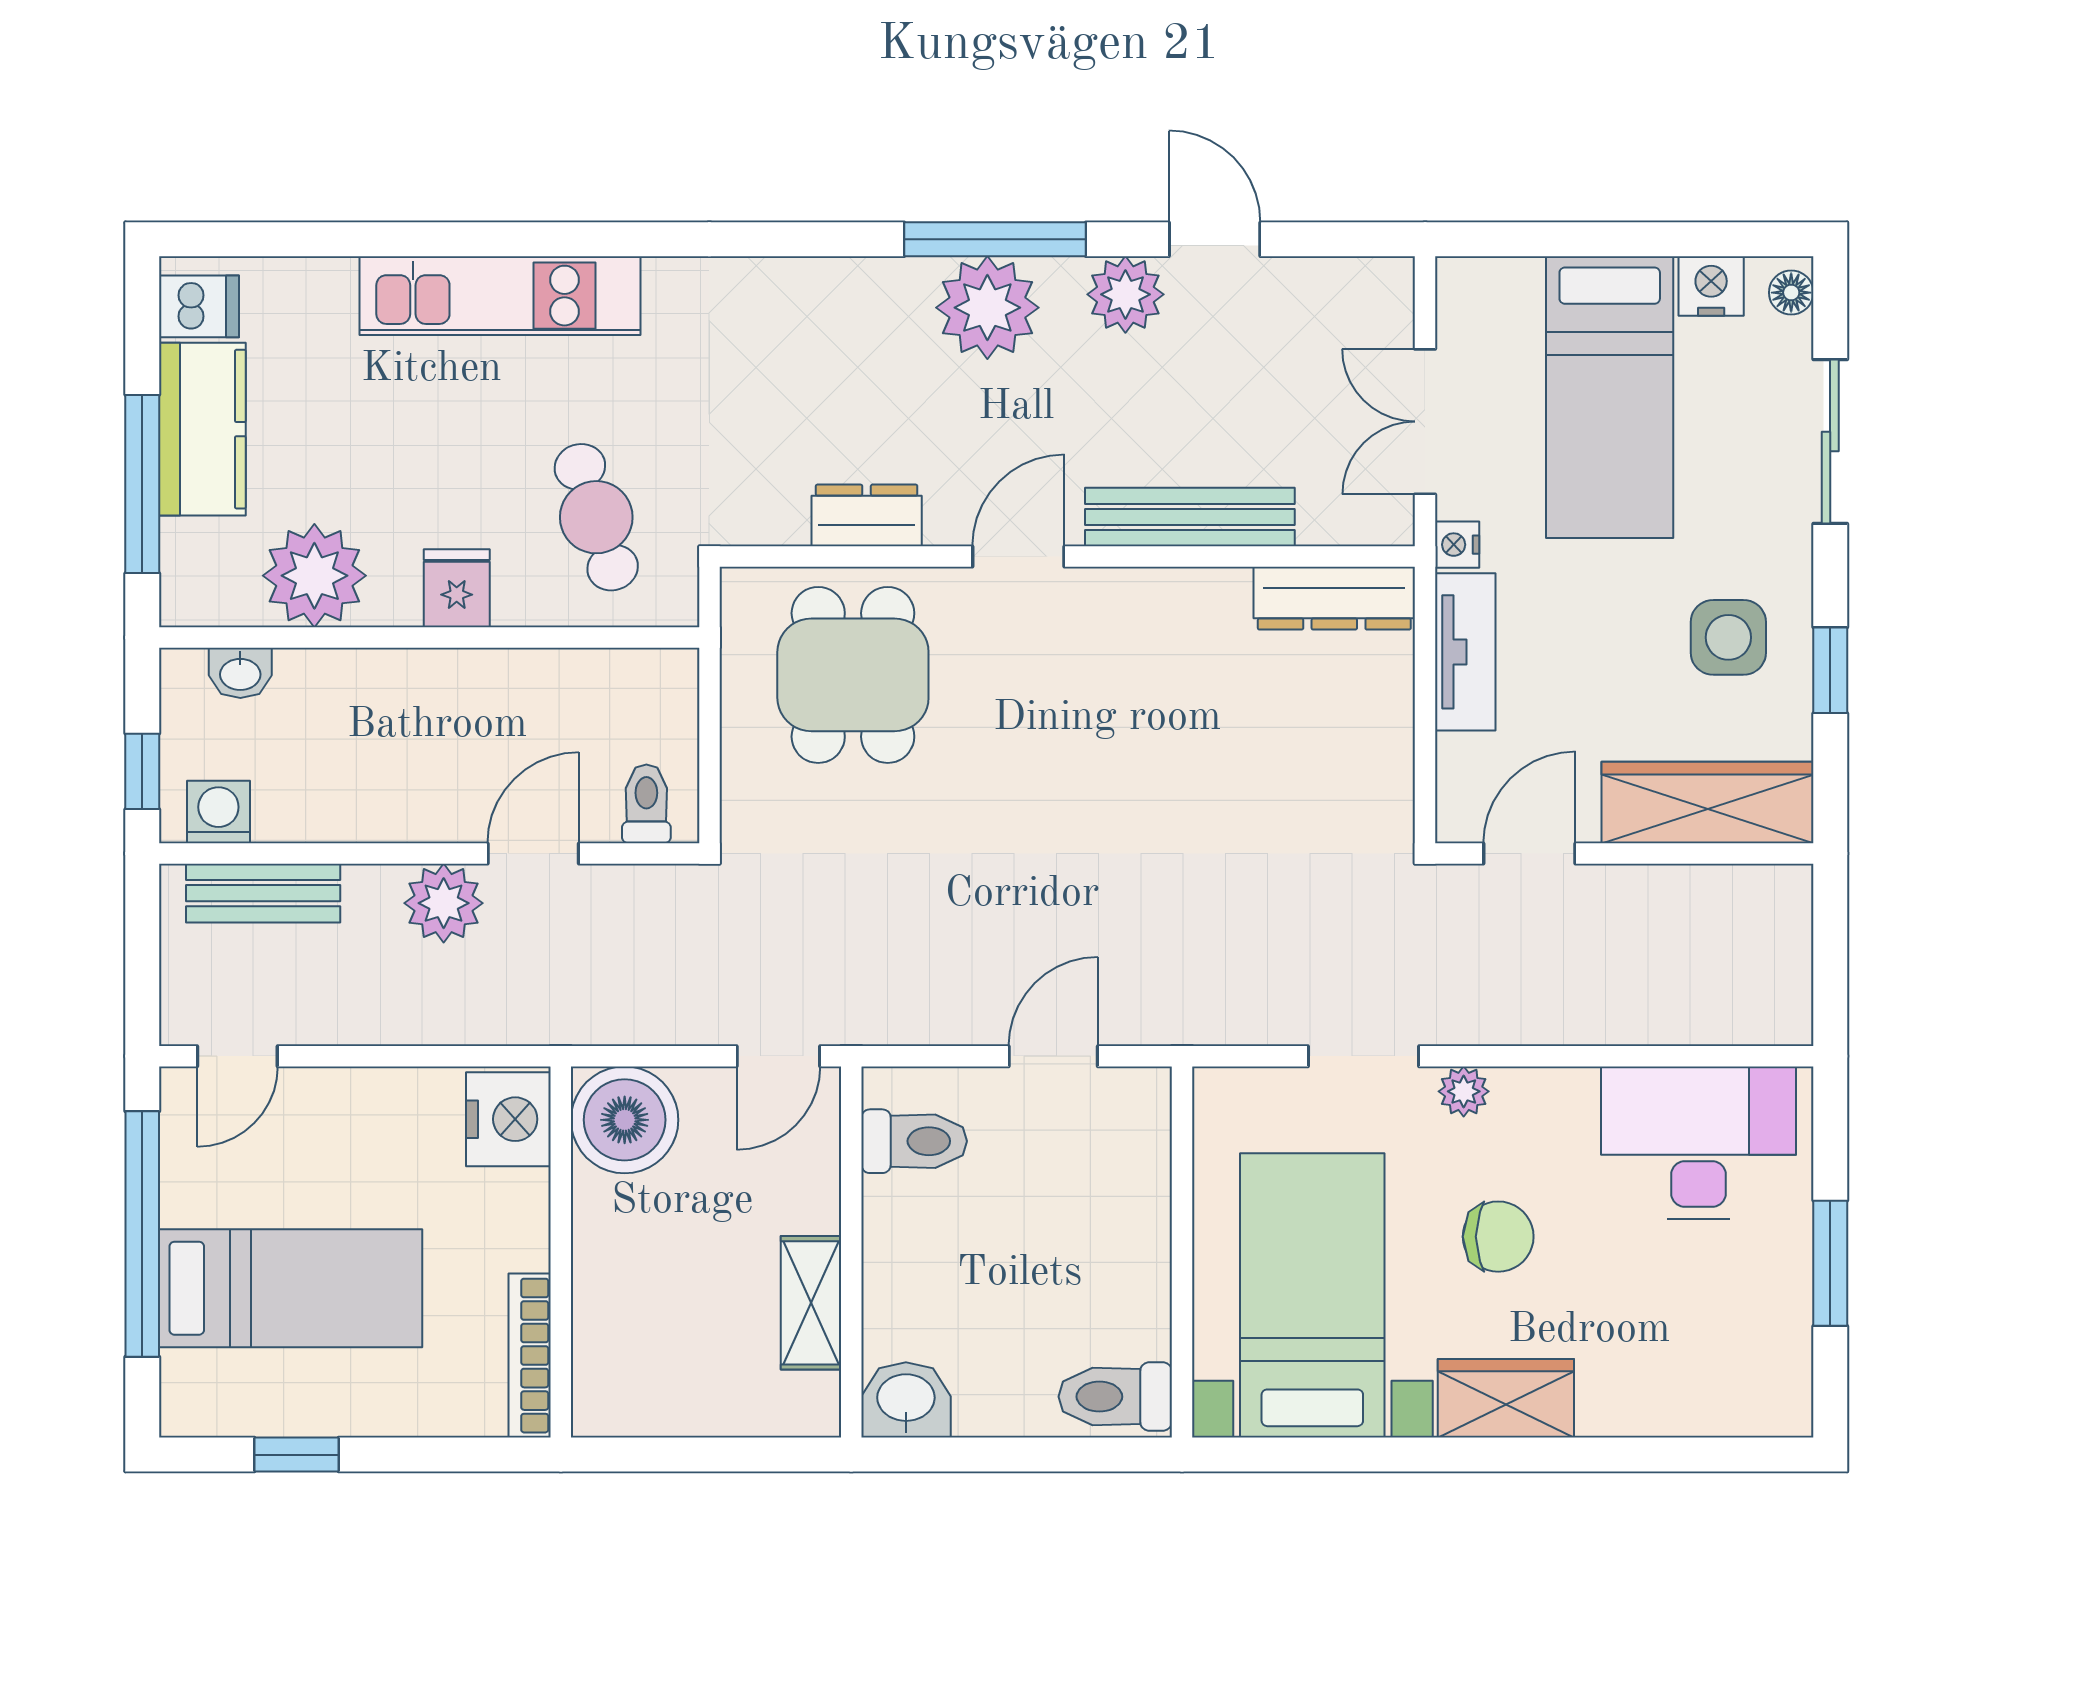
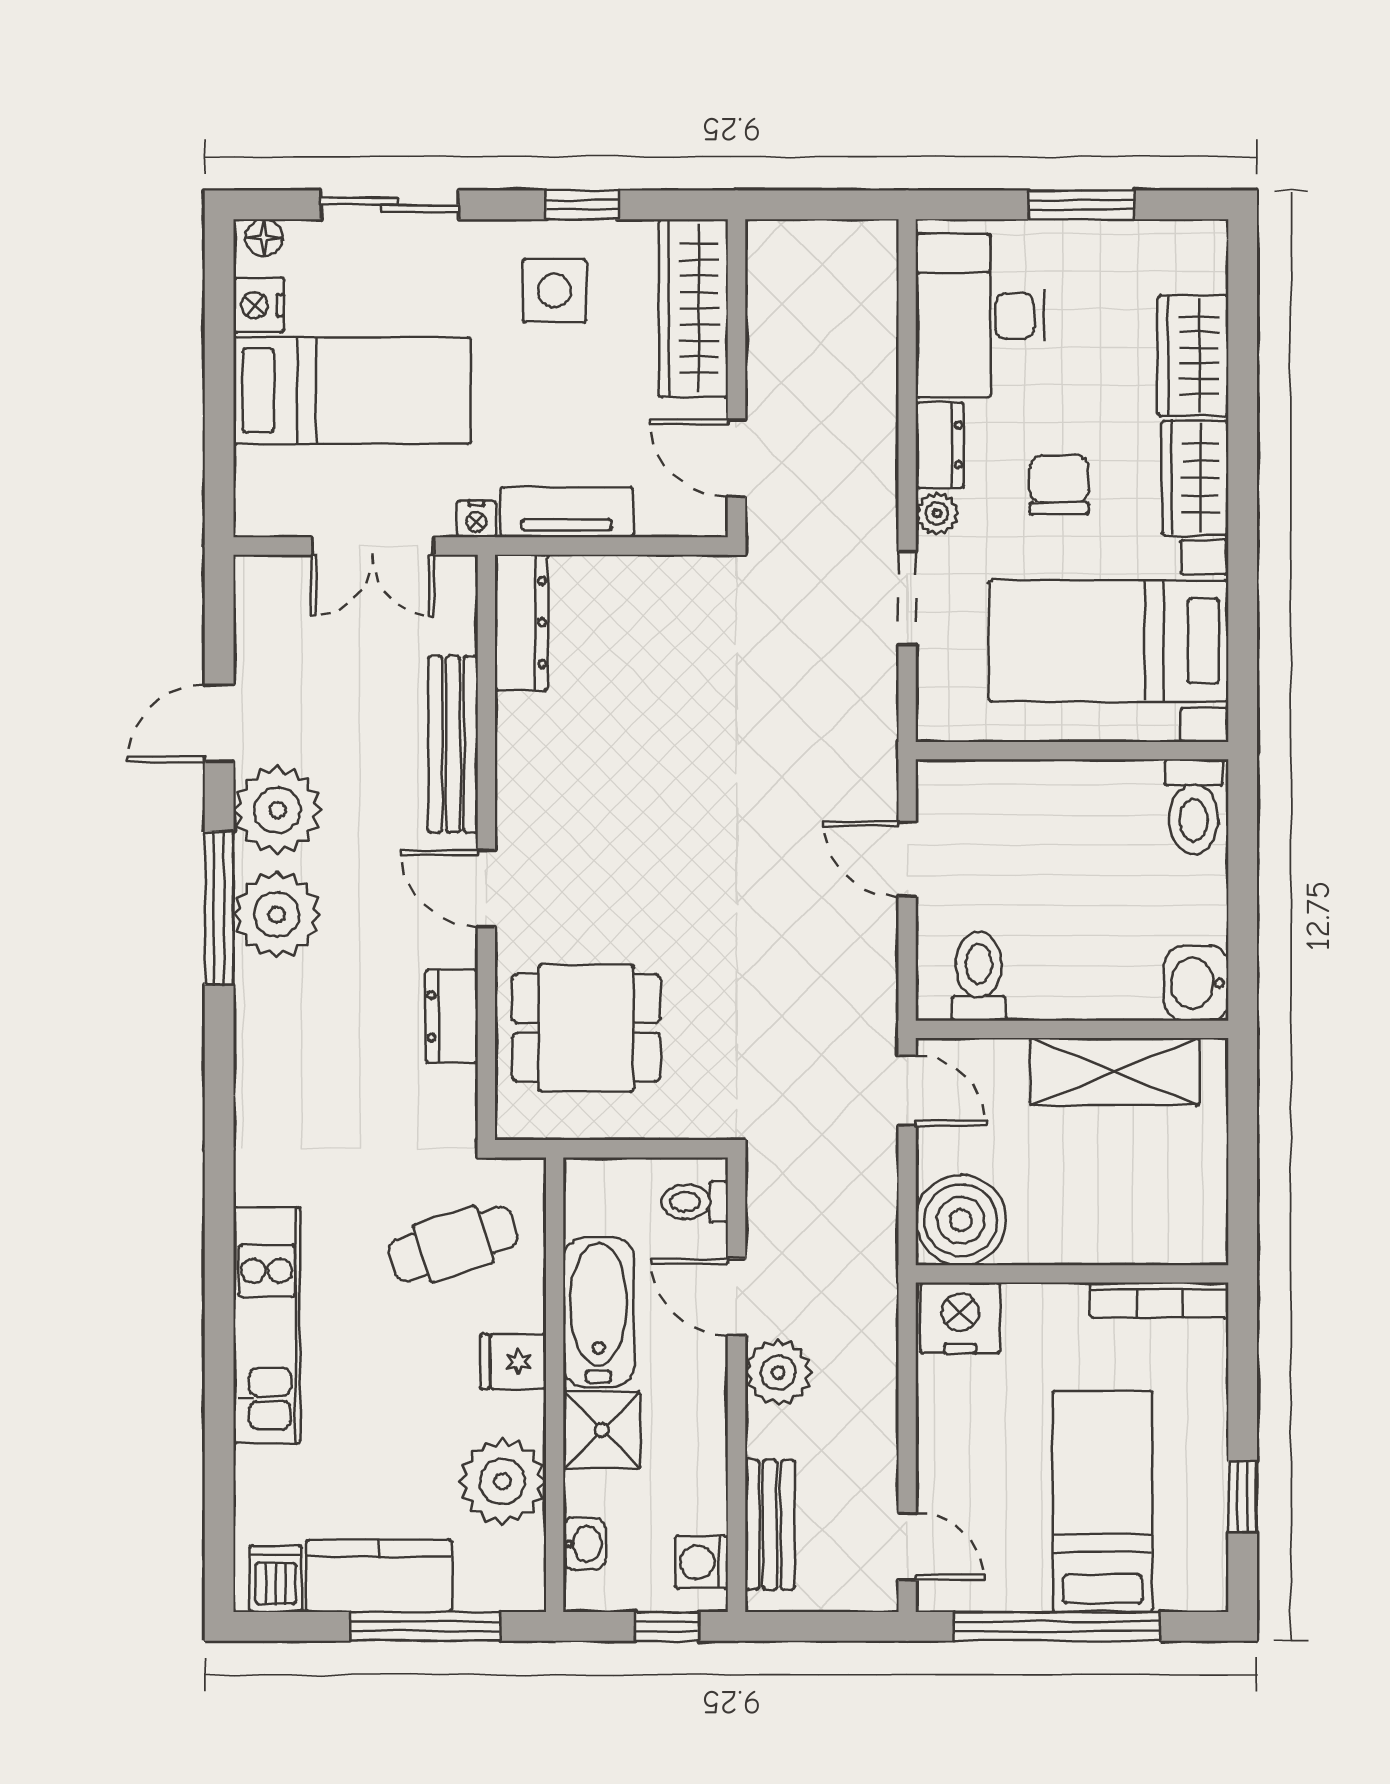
plant: (1125, 294) -> (277, 810), width x1.36, depth x1.36
bathtub: (516, 690) -> (598, 1312), added
shower: (375, 693) -> (602, 1430), added
dresser: (1545, 1095) -> (940, 445), added
shelving: (811, 1303) -> (1115, 1072), width x1.50, depth x1.33
wardrobe: (1651, 1396) -> (1193, 356), added

